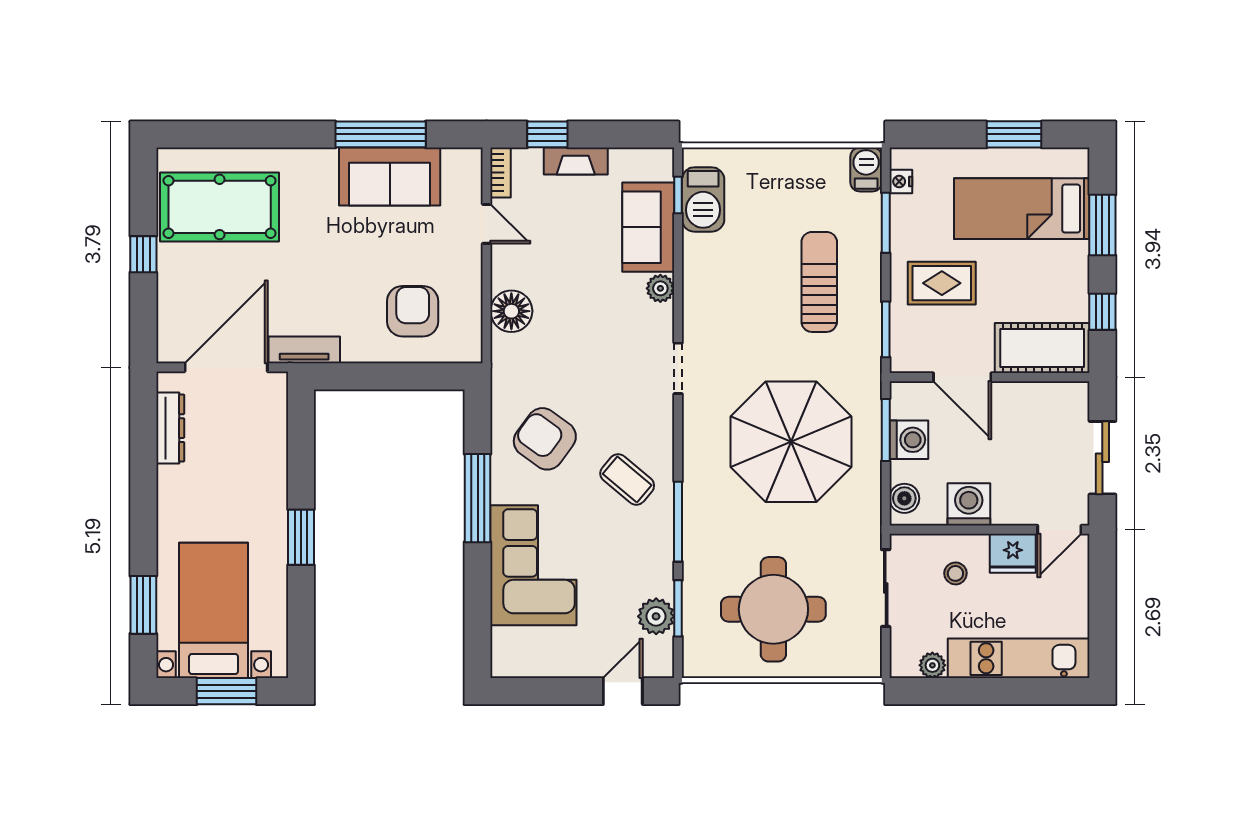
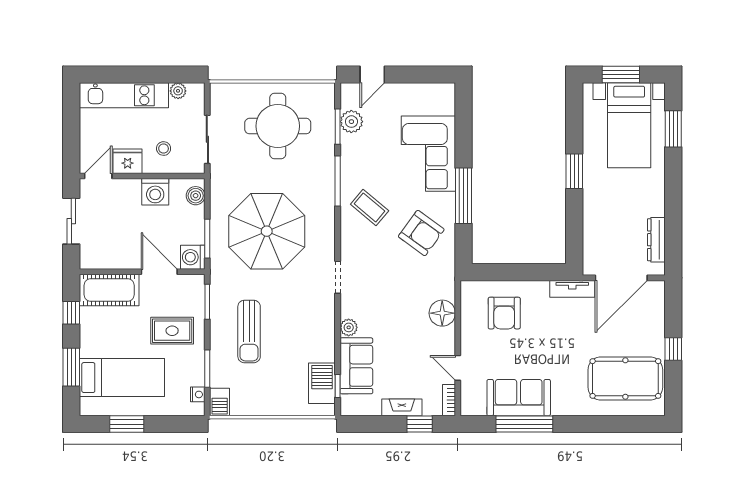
washing machine: (909, 440) -> (193, 257), moved

